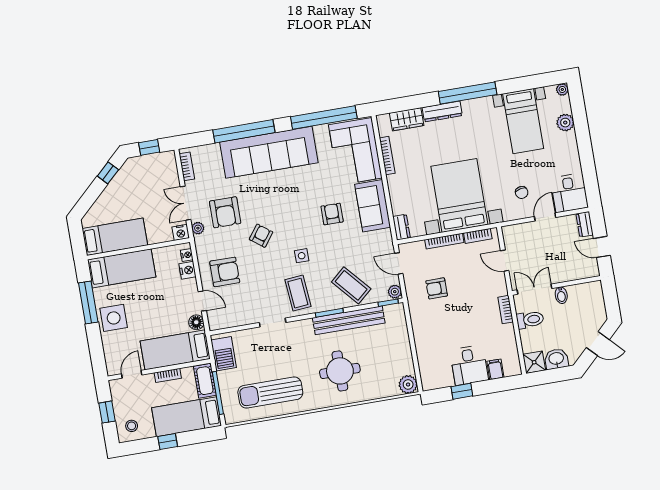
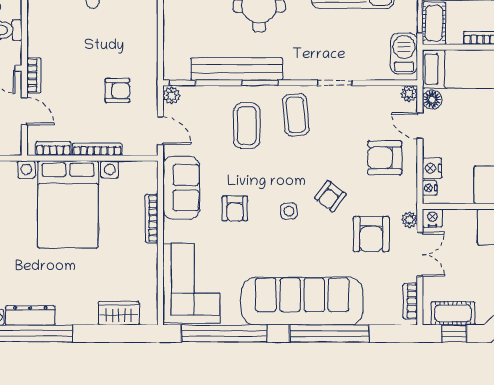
dresser: (442, 112) -> (30, 315), moved
bookcase: (387, 156) -> (152, 218), moved
cot: (153, 163) -> (453, 313), added
sofa: (373, 206) -> (181, 188), moved
armchair: (225, 212) -> (371, 234), turned 180
dresser: (401, 227) -> (149, 177), removed
side table: (302, 256) -> (289, 211), moved
coffee table: (351, 285) -> (247, 126), moved, turned 41
bookcase: (506, 310) -> (34, 75), moved
plant: (215, 324) -> (409, 94), added

